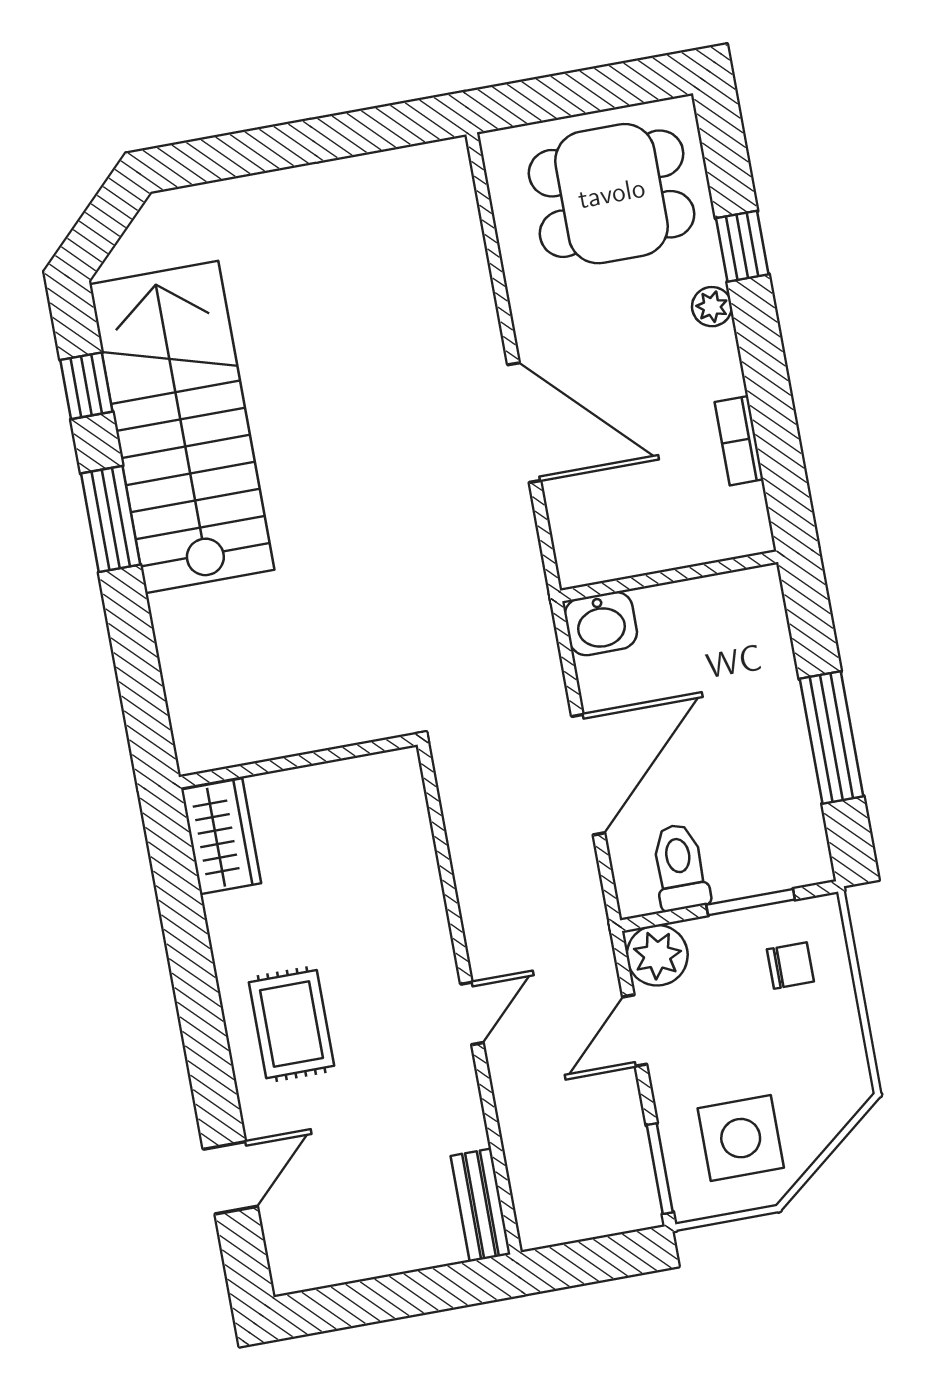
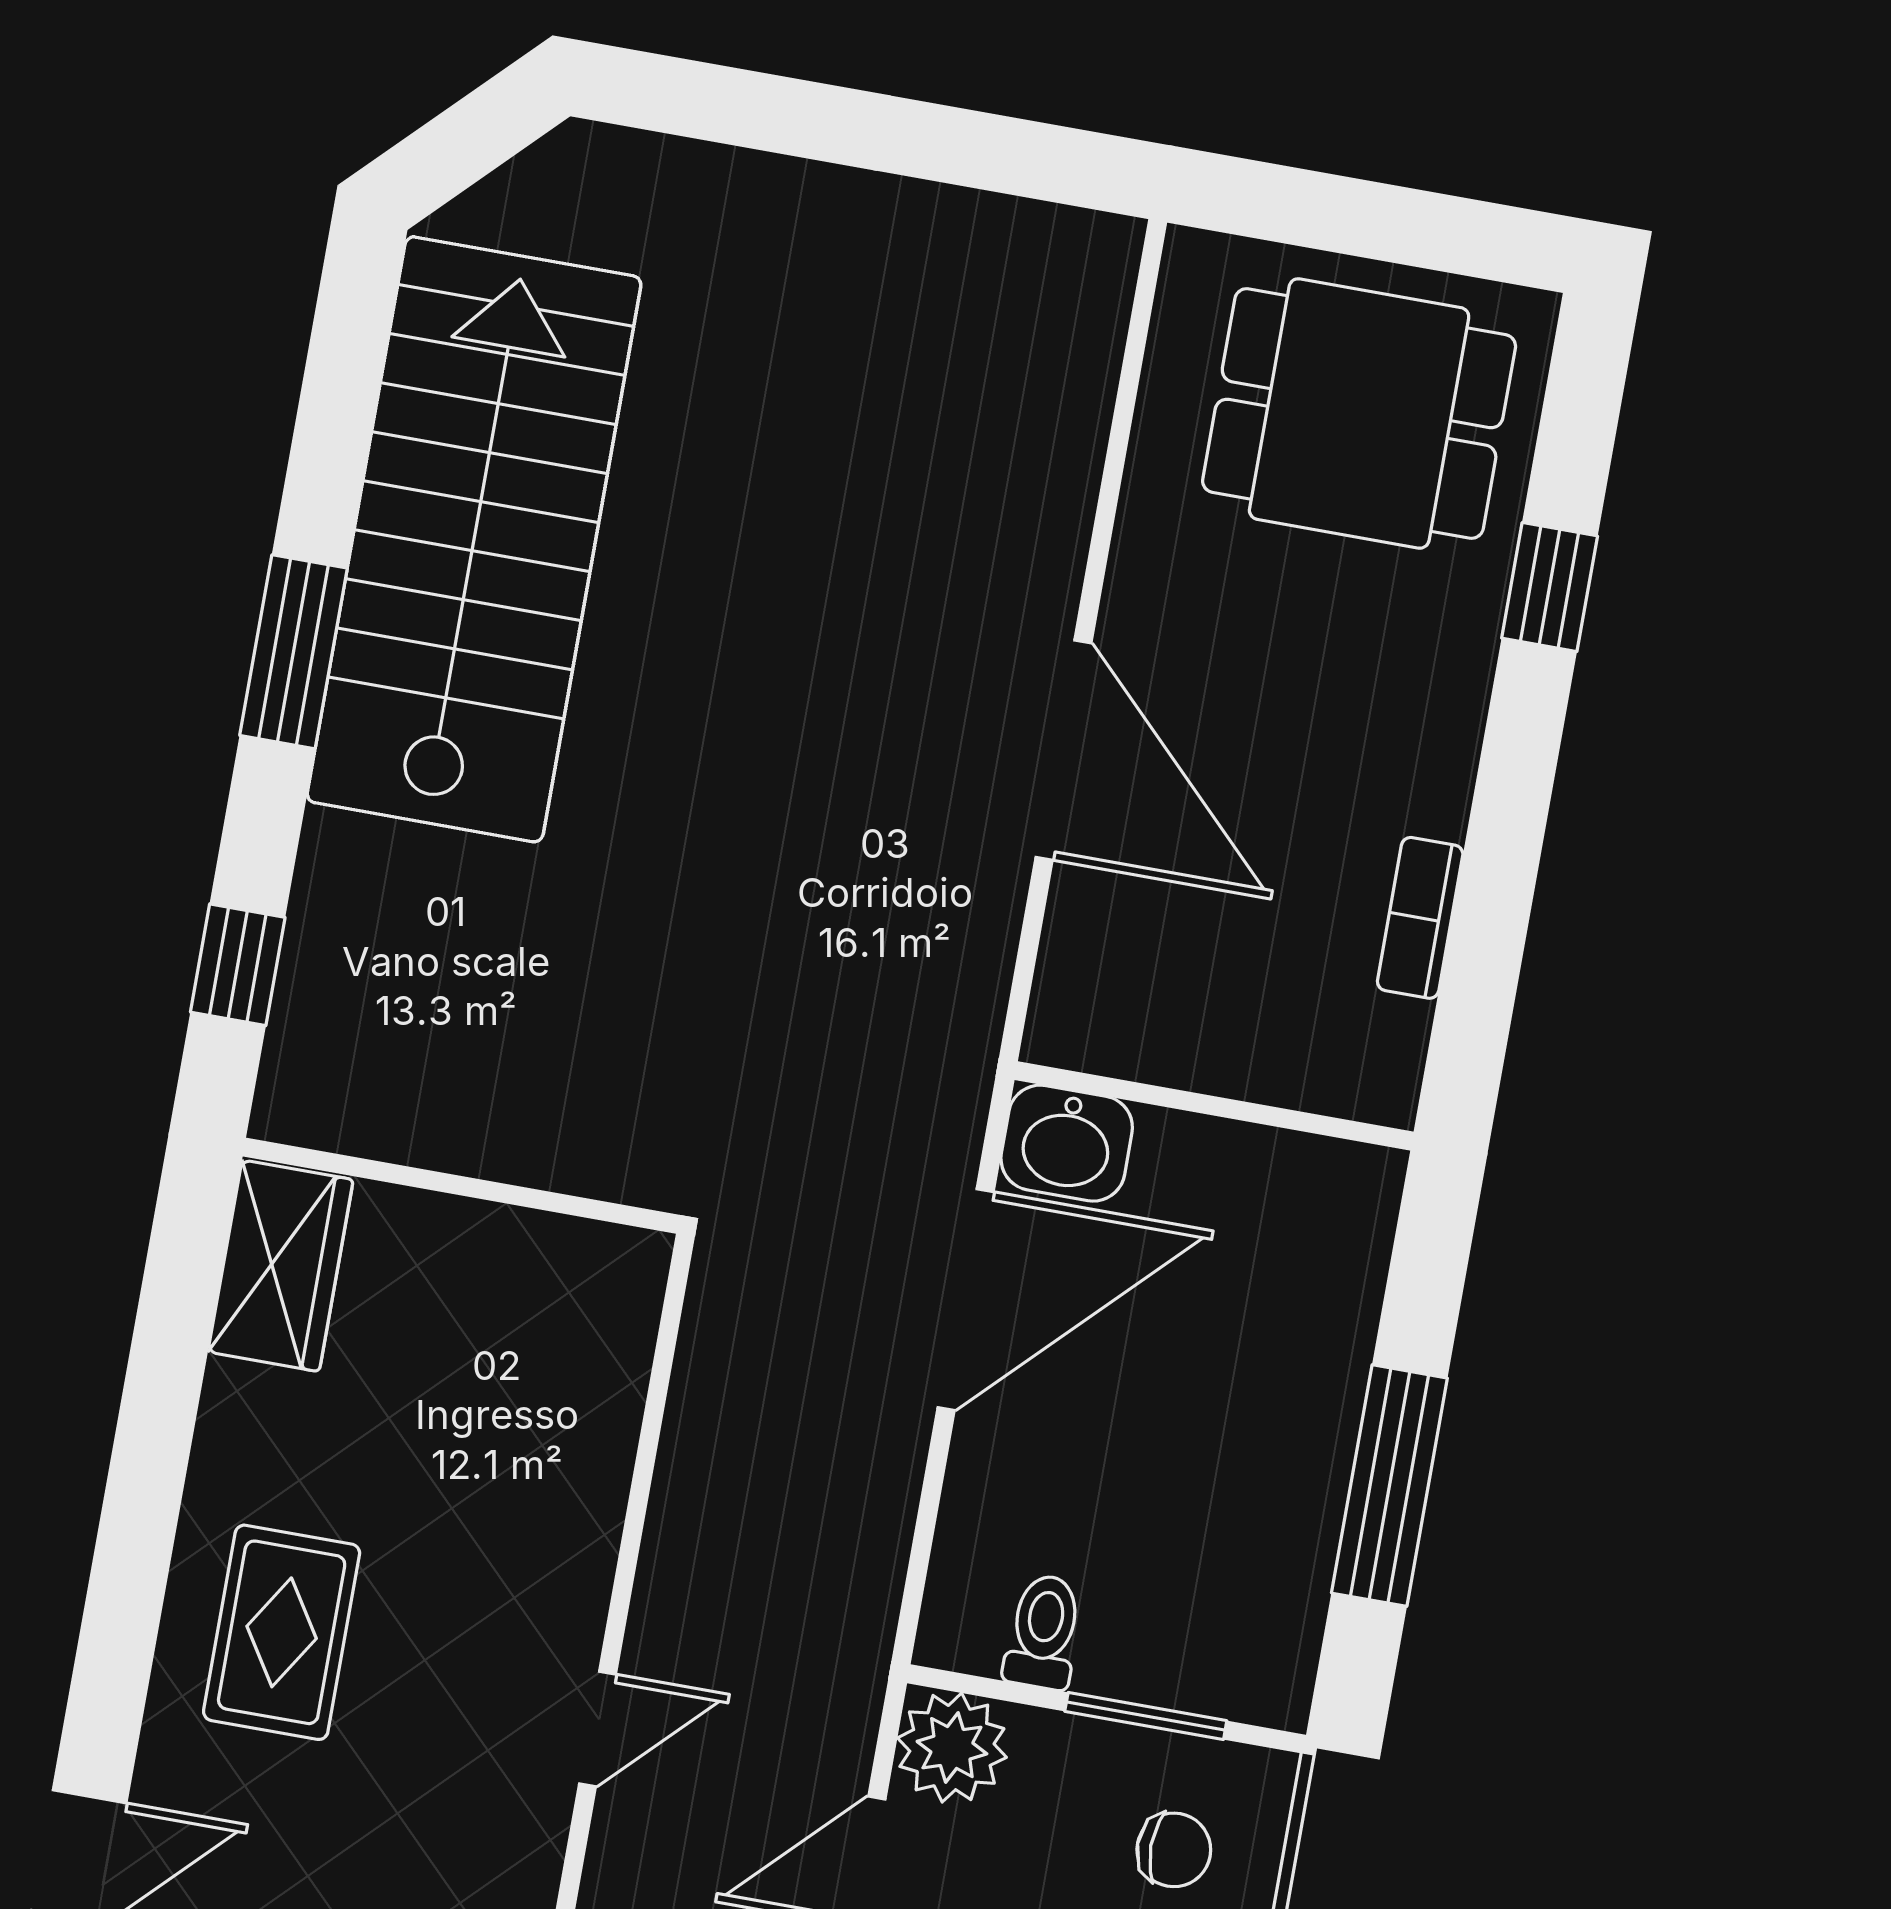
plant: (712, 307) -> (1459, 671), removed
window: (86, 386) -> (238, 965), moved
door: (588, 775) -> (966, 1300), moved
toilet: (680, 867) -> (1043, 1632), width x0.73, depth x0.72

